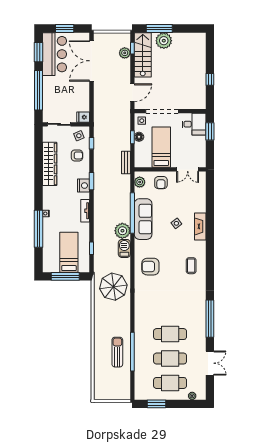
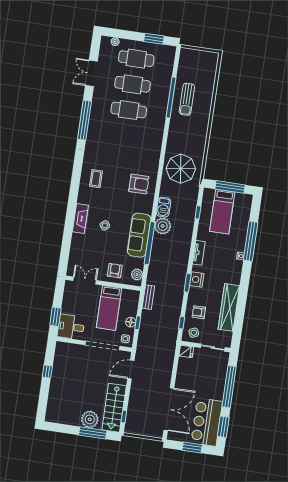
plant: (125, 53) -> (133, 413), removed

